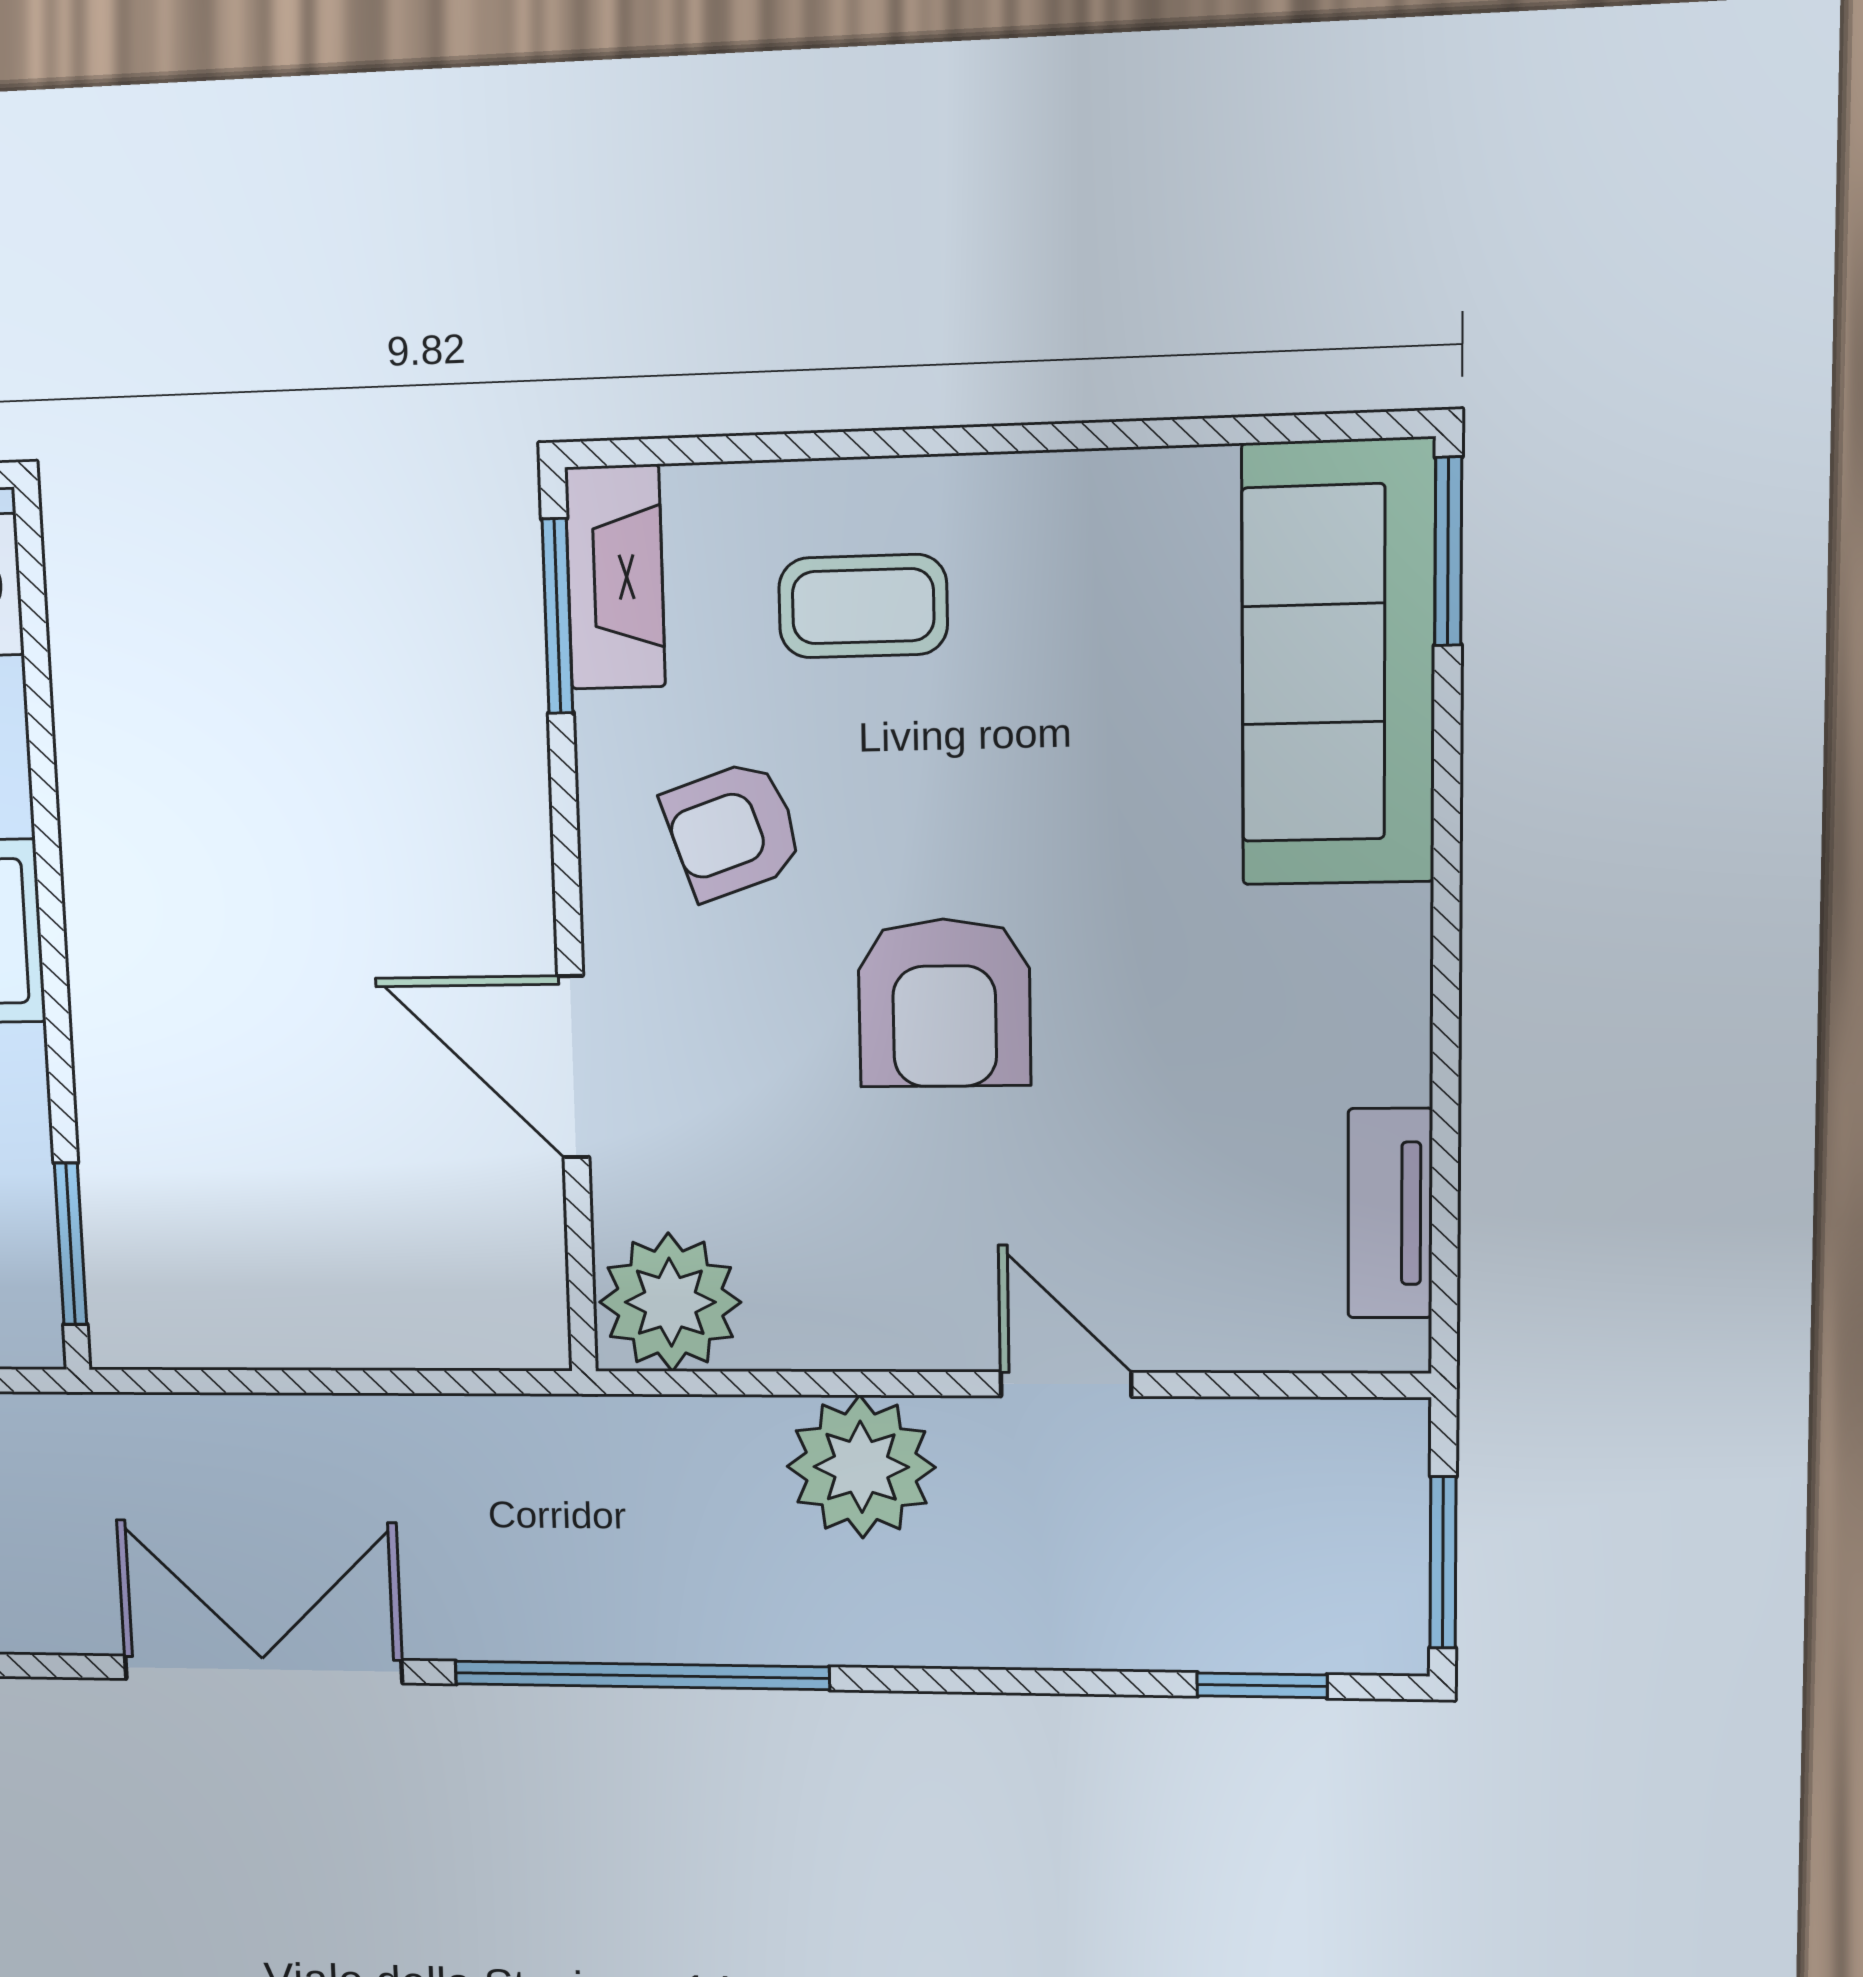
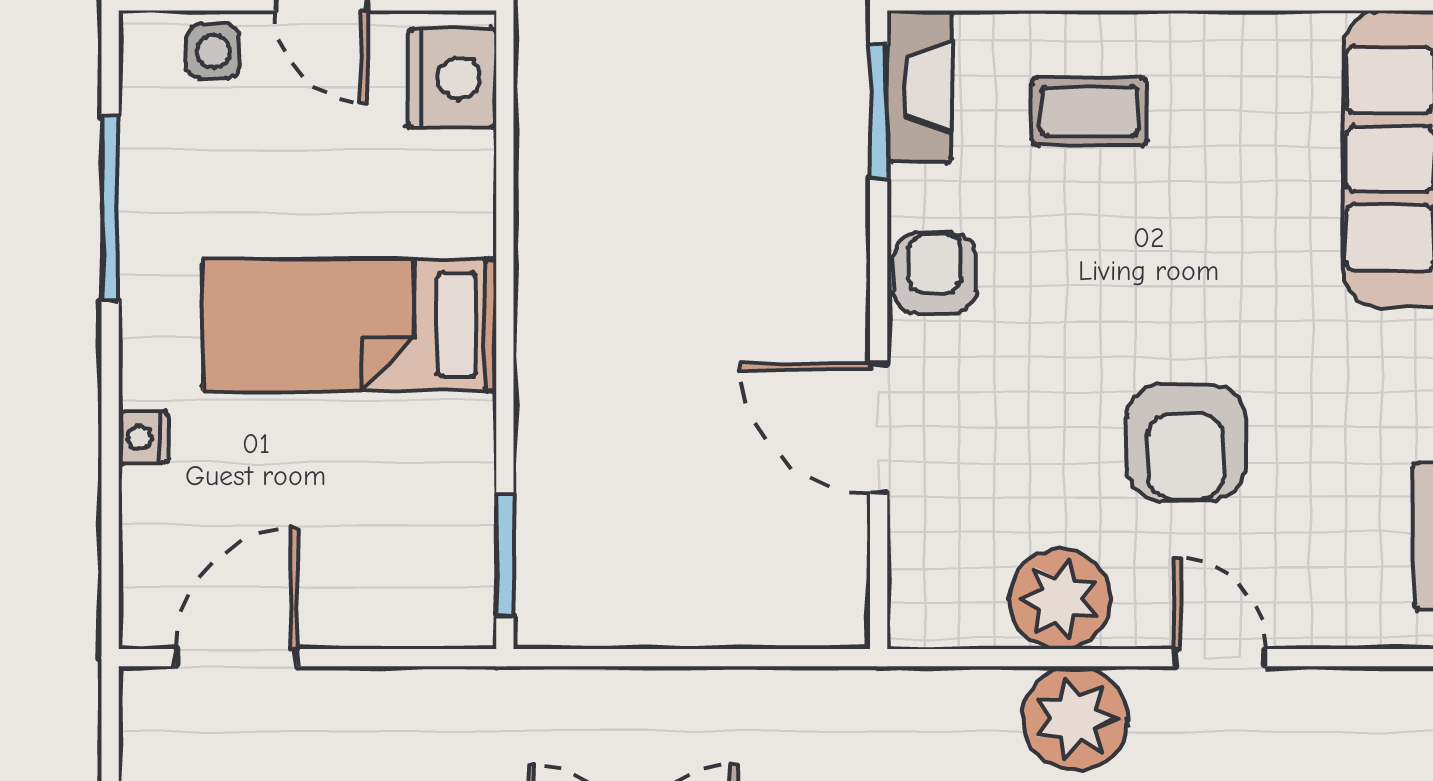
armchair: (733, 830) -> (935, 273), moved, turned 109
armchair: (944, 1003) -> (1186, 442), moved
plant: (670, 1302) -> (1060, 599), moved

